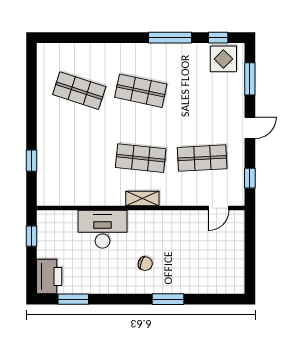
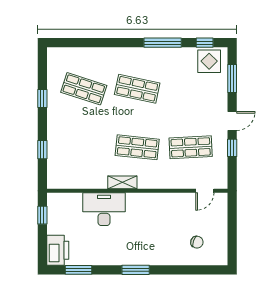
window: (31, 102) -> (42, 99), added
window: (250, 178) -> (232, 148), moved
shelving: (142, 199) -> (122, 182), moved
chair: (145, 264) -> (197, 242), moved
window: (168, 299) -> (136, 270), moved

